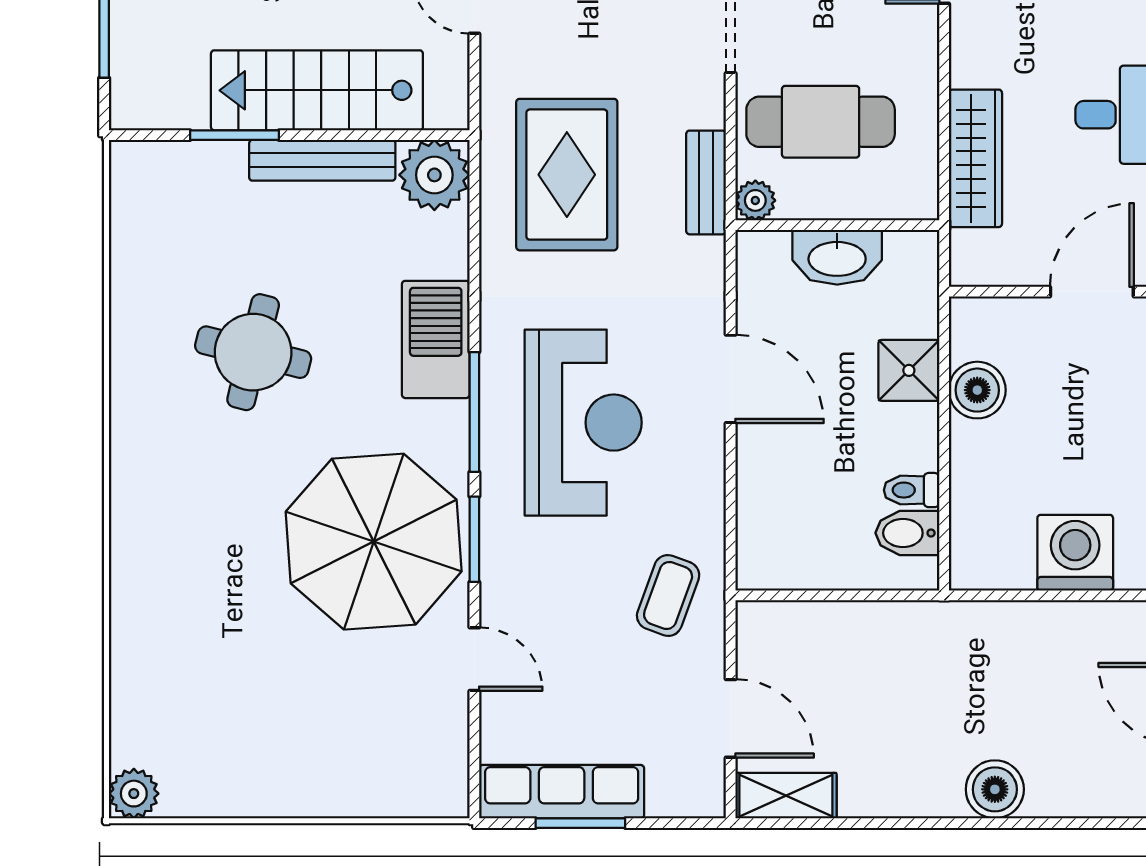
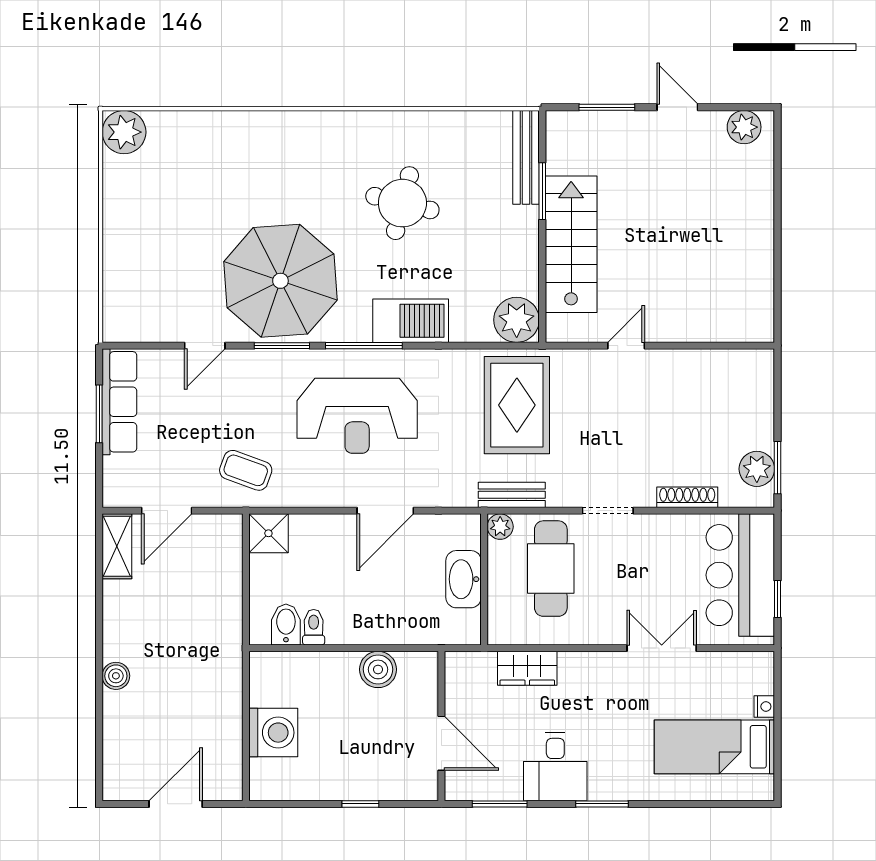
wardrobe: (975, 158) -> (527, 668), width x0.67
bench: (322, 160) -> (526, 157), moved
rug: (567, 175) -> (517, 405), turned 90
shower: (909, 370) -> (268, 533), moved
boiler: (995, 789) -> (116, 676), width x0.73, depth x0.73
plant: (134, 794) -> (124, 132), width x1.36, depth x1.36

